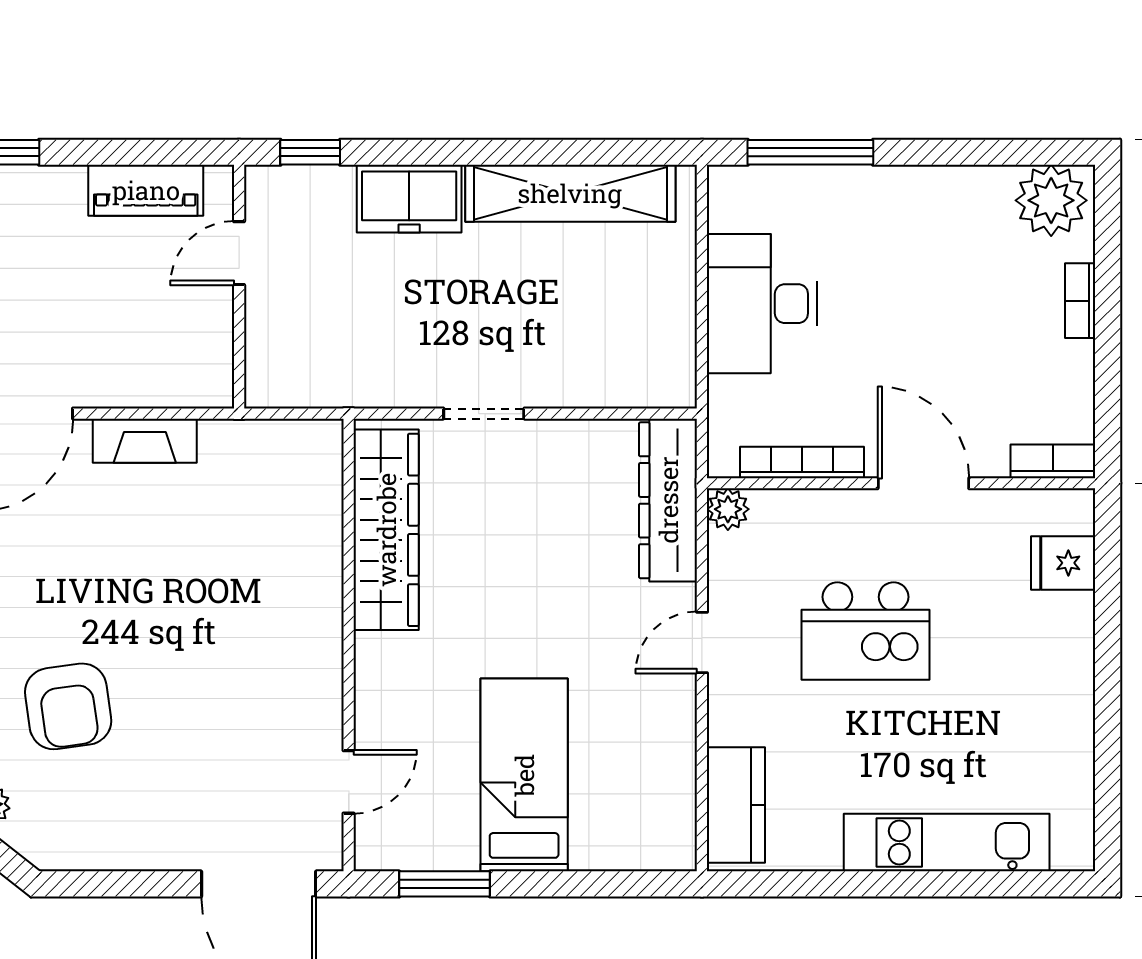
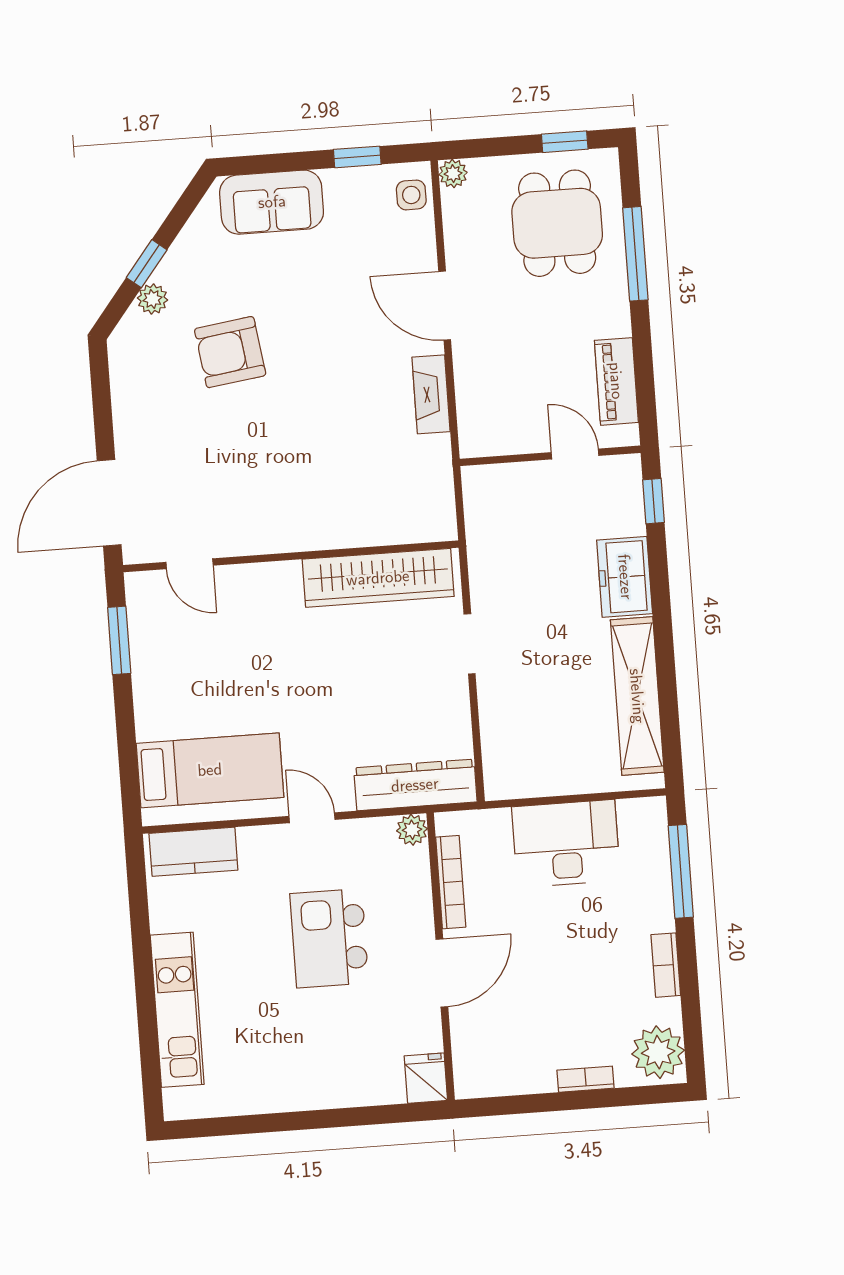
bookcase: (1053, 461) -> (666, 965), moved, turned 180
fridge: (1063, 563) -> (426, 1078), moved
bed: (524, 775) -> (210, 770), moved

